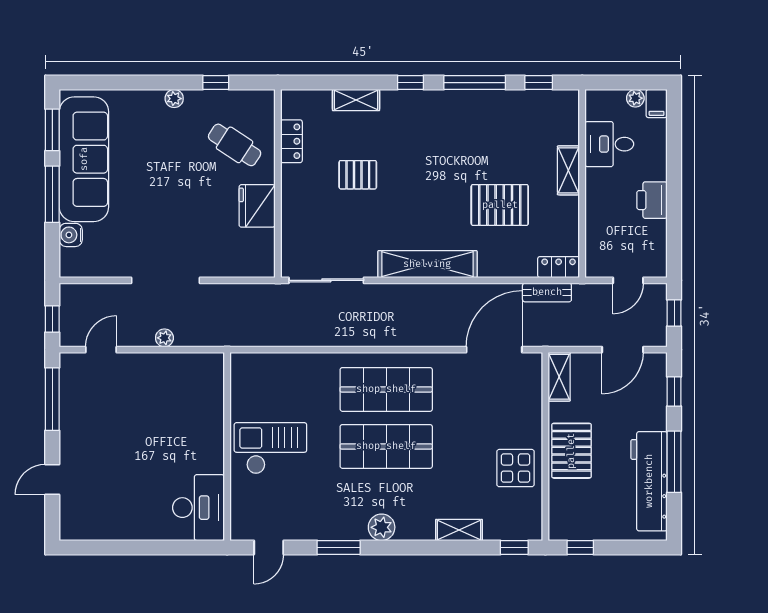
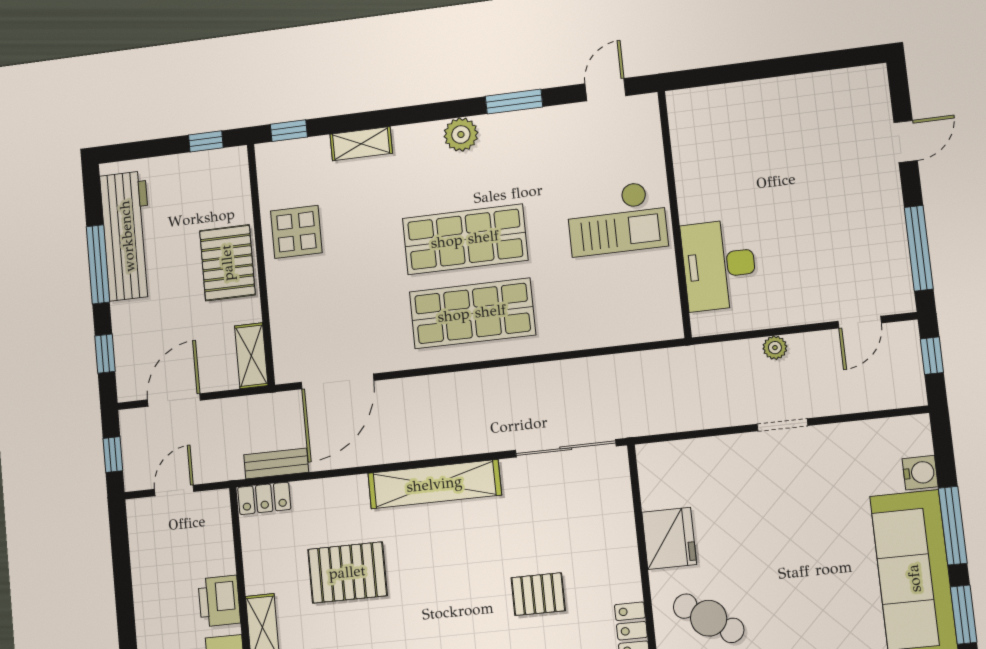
printer: (652, 200) -> (219, 601), moved, turned 180
doorway: (165, 280) -> (782, 425), width x0.53
desk: (198, 508) -> (719, 265), moved

